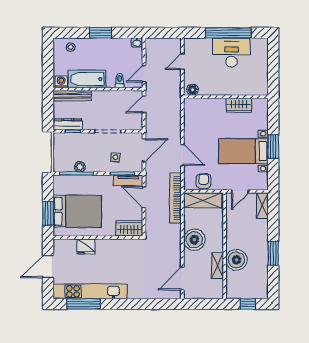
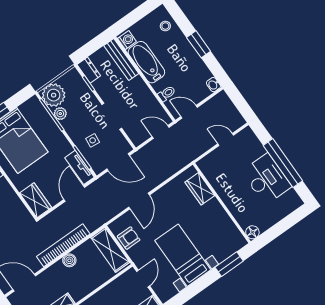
floor lamp: (193, 90) -> (252, 232), moved
wardrobe: (239, 105) -> (200, 189), moved
dresser: (68, 124) -> (89, 70), width x0.70
window: (273, 146) -> (229, 264), moved
plant: (63, 162) -> (54, 95), added
door: (240, 191) -> (143, 279), swing flipped
bookcase: (175, 198) -> (63, 245), moved
boiler: (194, 240) -> (69, 260), width x0.54, depth x0.54

